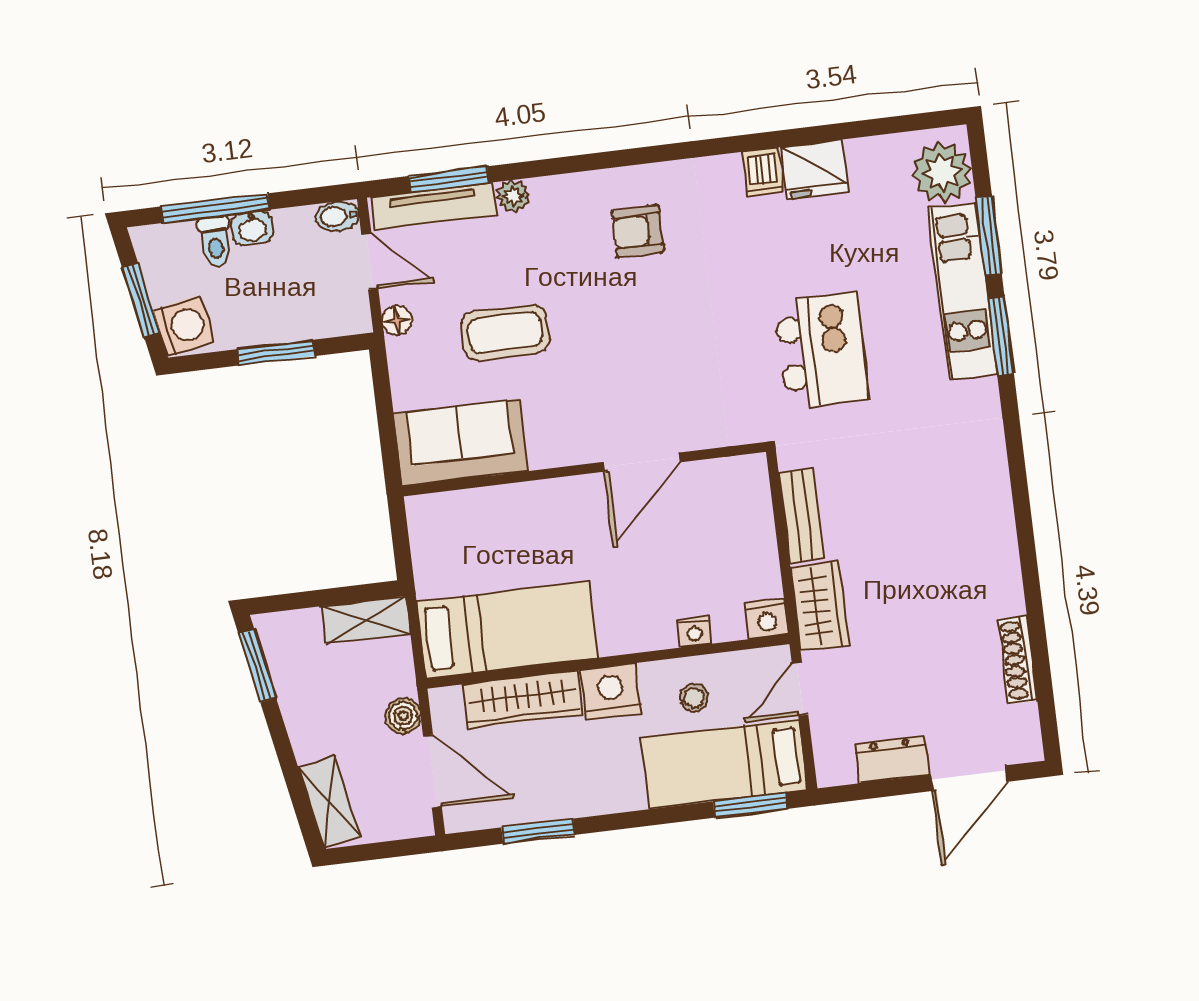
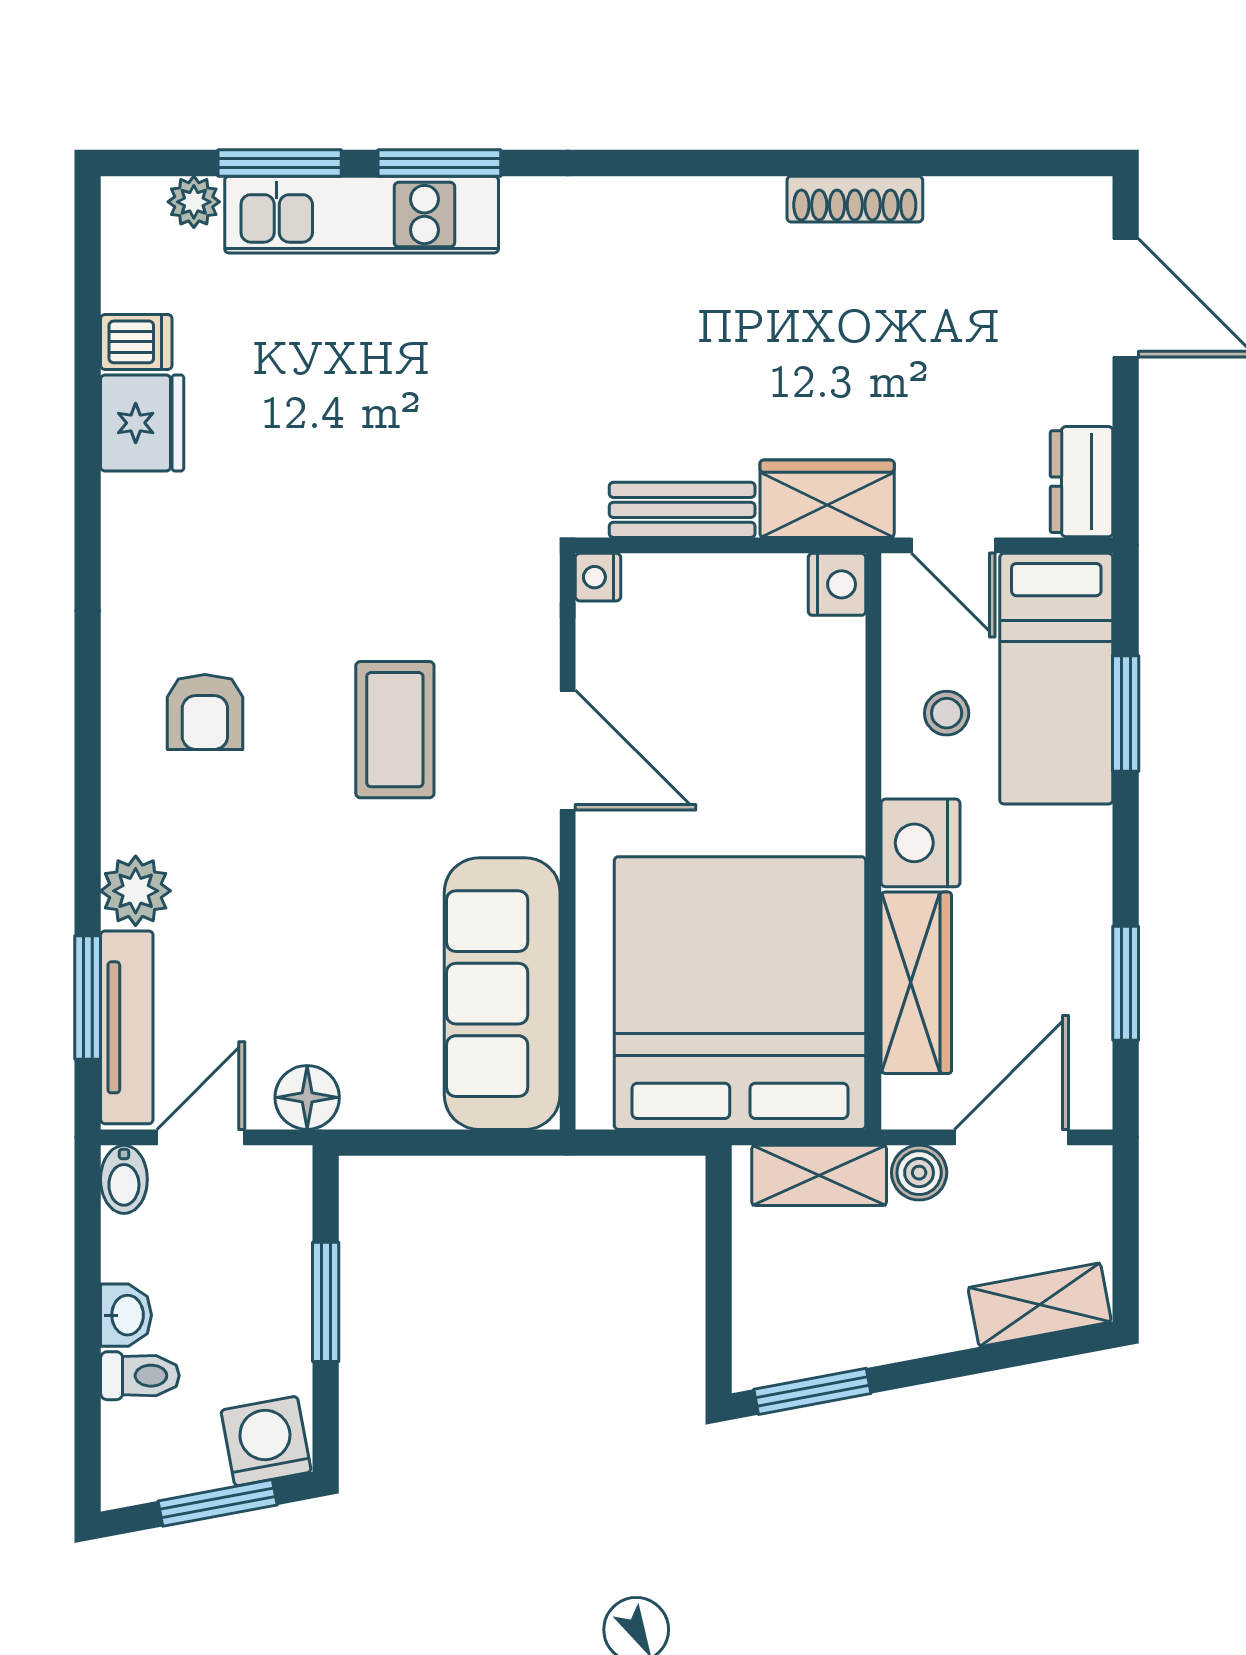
dishwasher: (763, 172) -> (136, 342), moved
plant: (942, 172) -> (194, 202), width x0.53, depth x0.53
plant: (513, 196) -> (136, 891), width x1.38, depth x1.38
window: (215, 208) -> (88, 1369), removed
floor lamp: (397, 320) -> (307, 1097), width x1.37, depth x1.37
coffee table: (505, 333) -> (395, 730), moved
kitchen island: (821, 350) -> (427, 447), removed
sofa: (461, 443) -> (502, 994), width x1.36
shelving: (366, 620) -> (819, 1175), moved, turned 90
bed: (507, 630) -> (740, 993), width x2.04
nightstand: (694, 631) -> (598, 577), moved, turned 180
shoe rack: (1018, 660) -> (855, 199), moved
dresser: (891, 760) -> (1082, 482), moved
window: (750, 805) -> (1126, 713), moved

